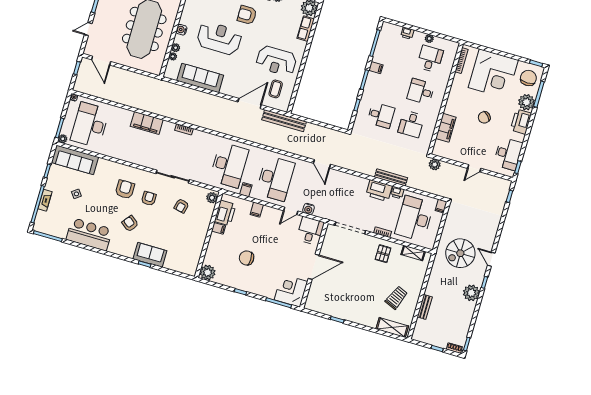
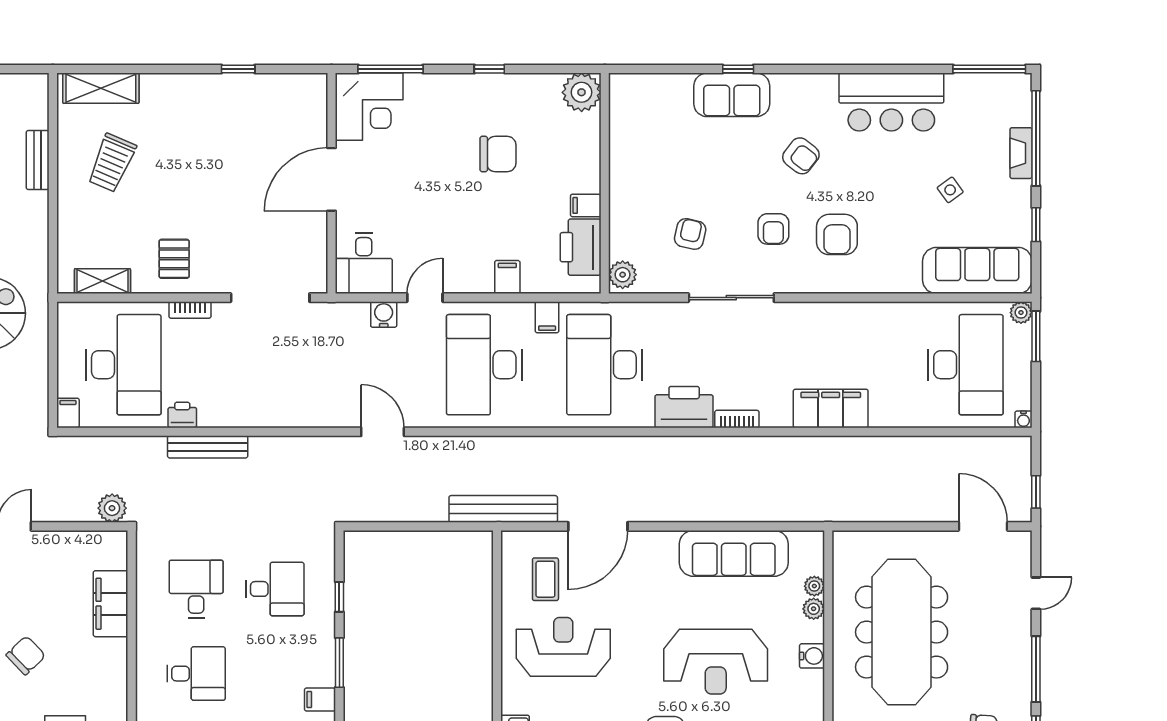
desk: (381, 115) -> (275, 589), turned 180
printer: (379, 191) -> (684, 407), moved

